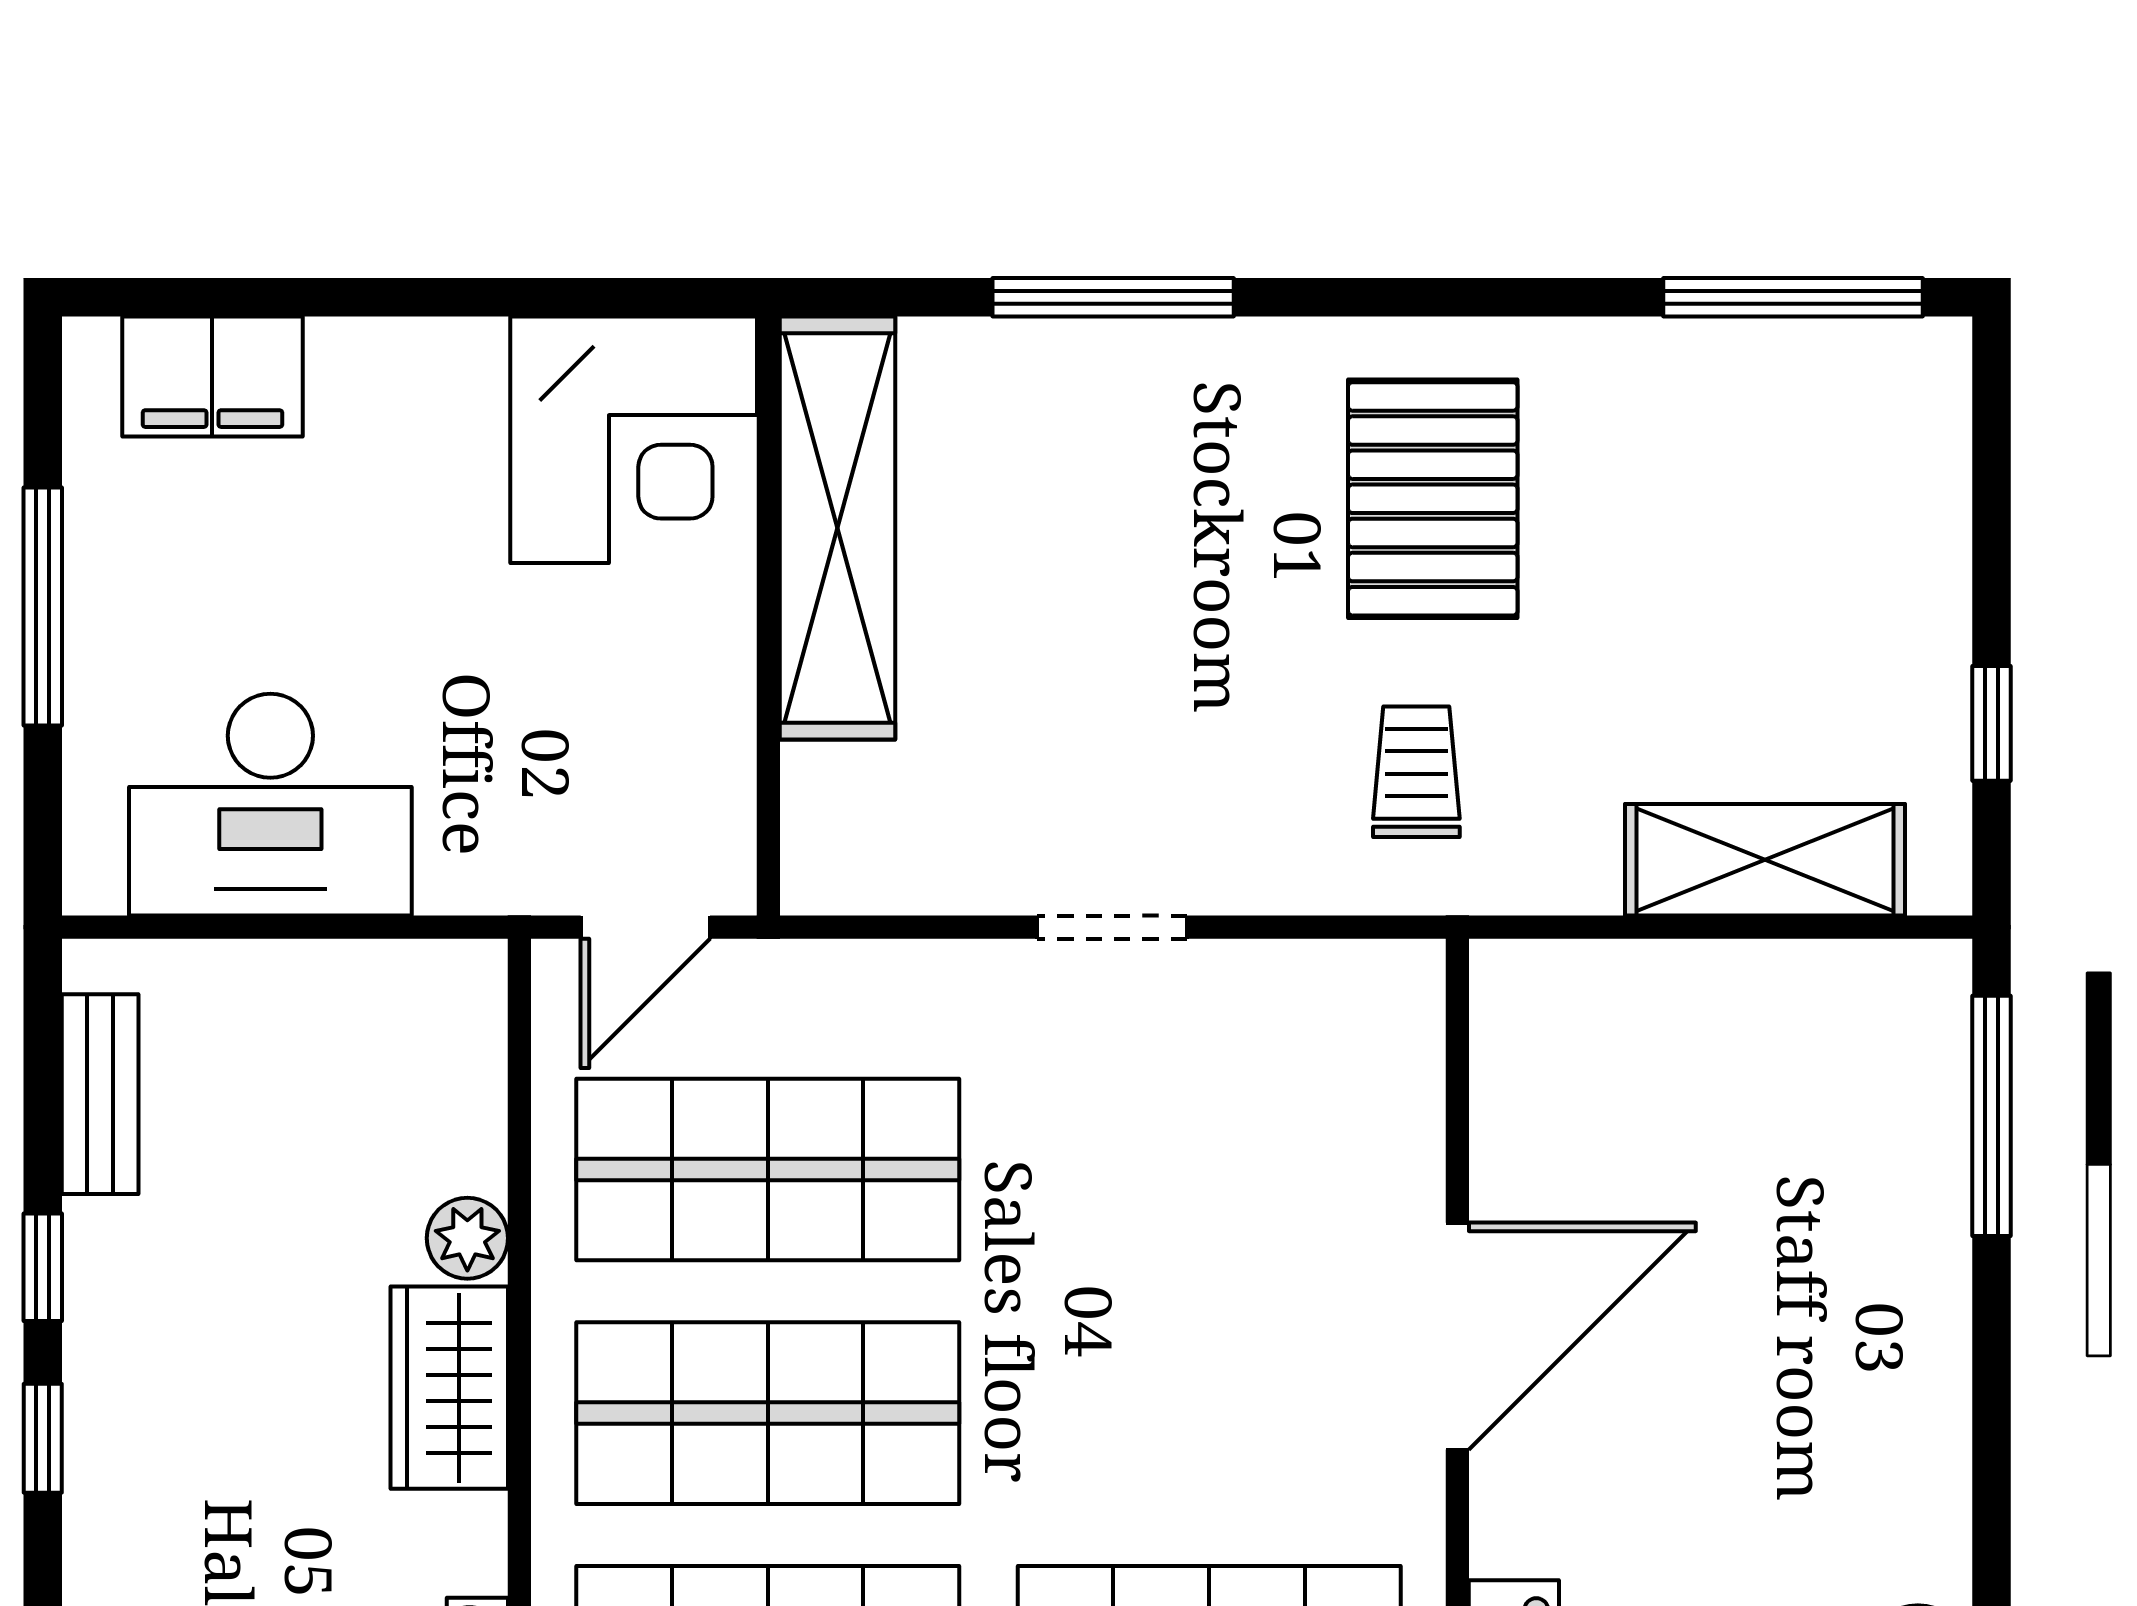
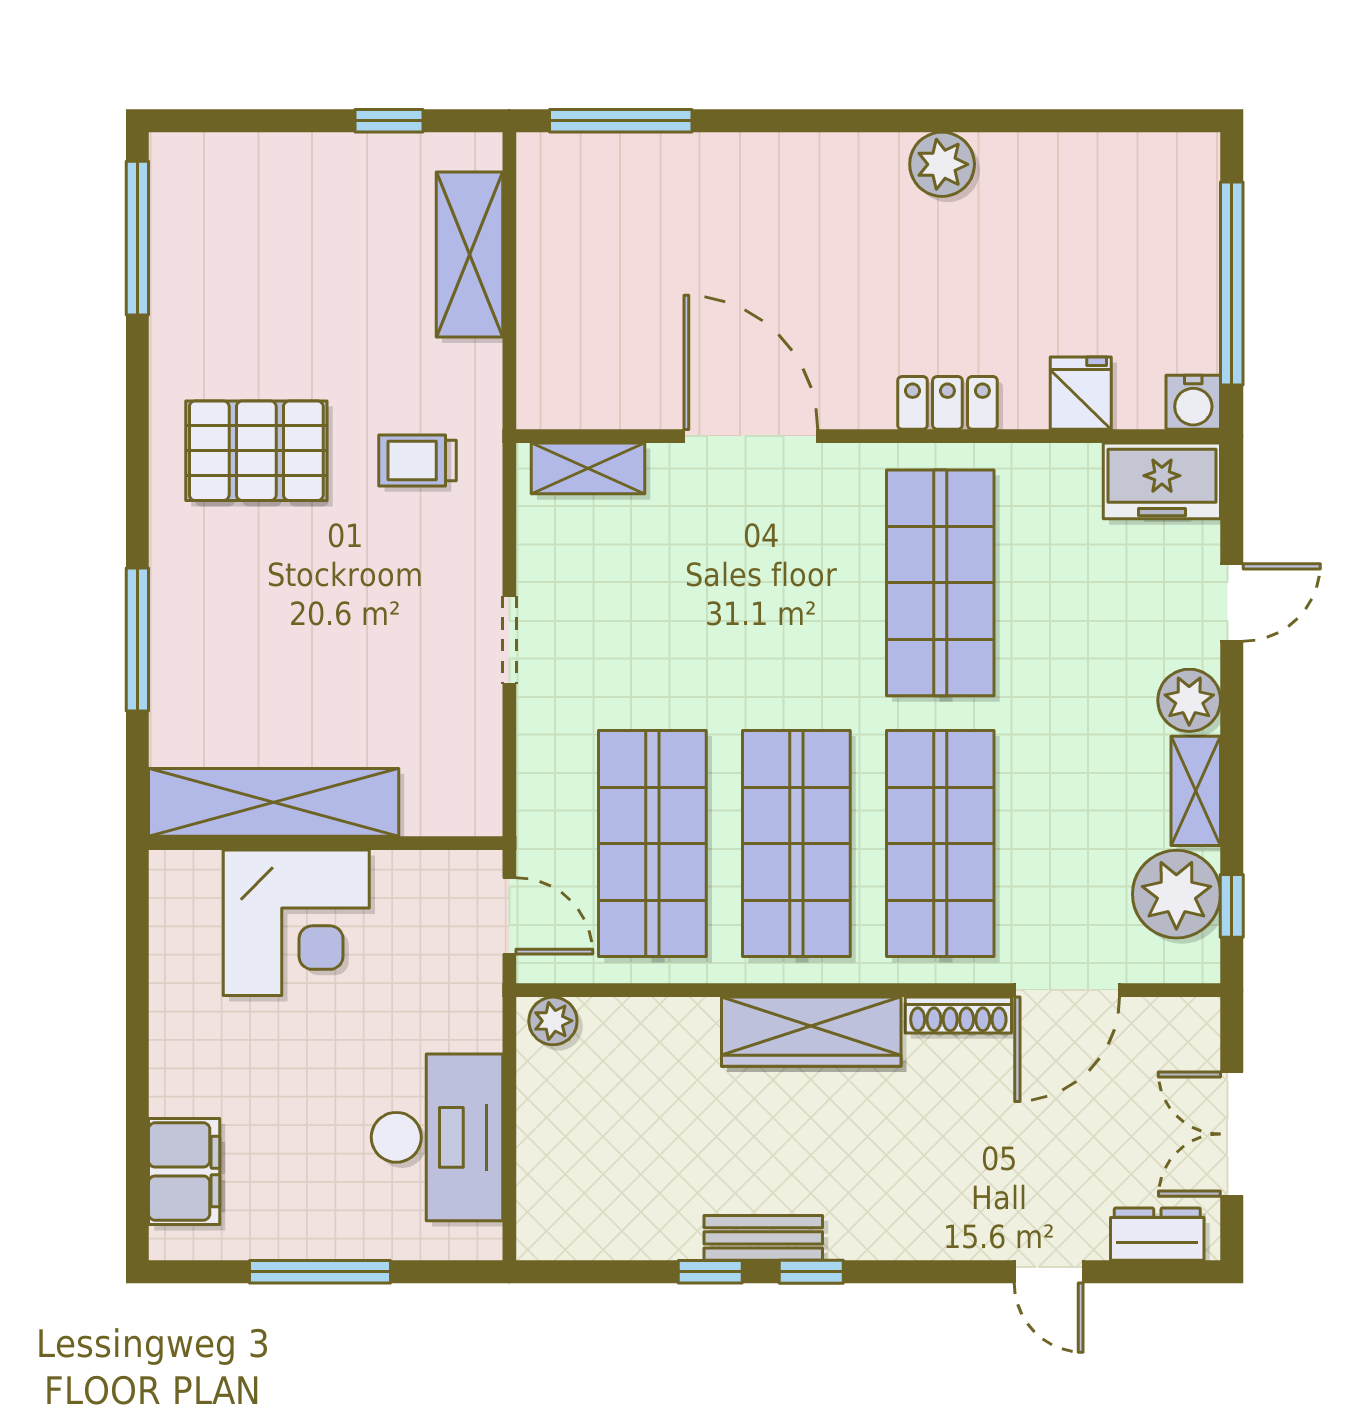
corner desk: (634, 440) -> (296, 923), moved, turned 90
shelving: (1403, 1060) -> (588, 468), added
bench: (100, 1094) -> (763, 1238), moved
plant: (467, 1238) -> (553, 1021), moved
wardrobe: (449, 1388) -> (811, 1032), width x1.50

